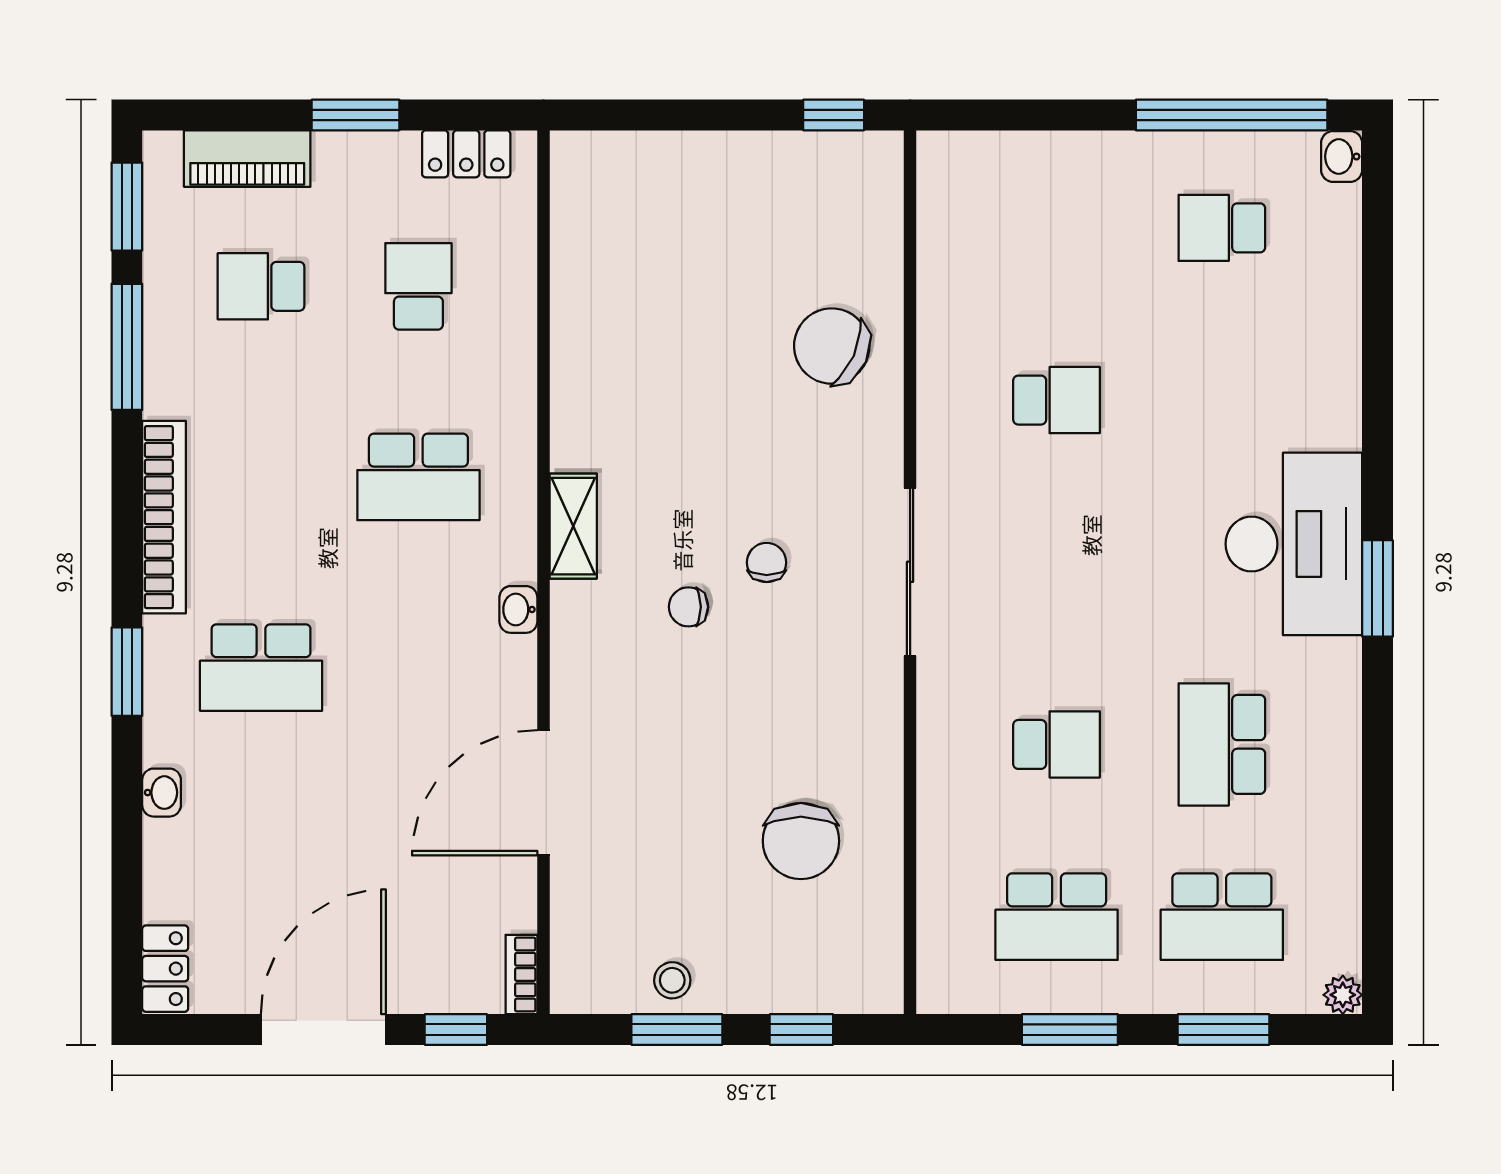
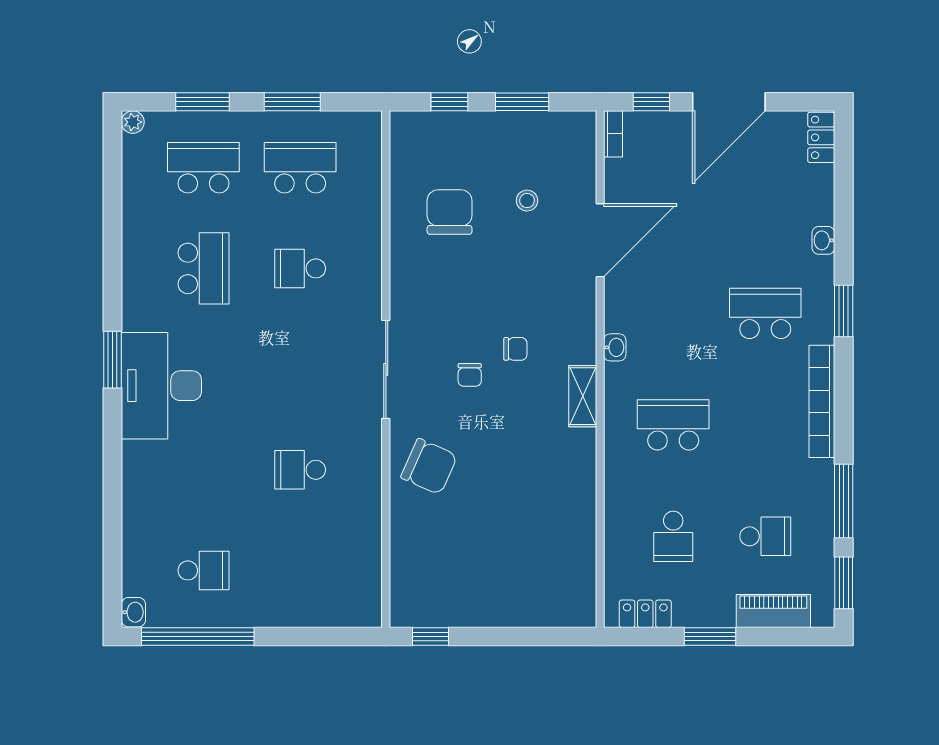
chair: (832, 346) -> (429, 467), moved
stool: (672, 980) -> (527, 201), moved

